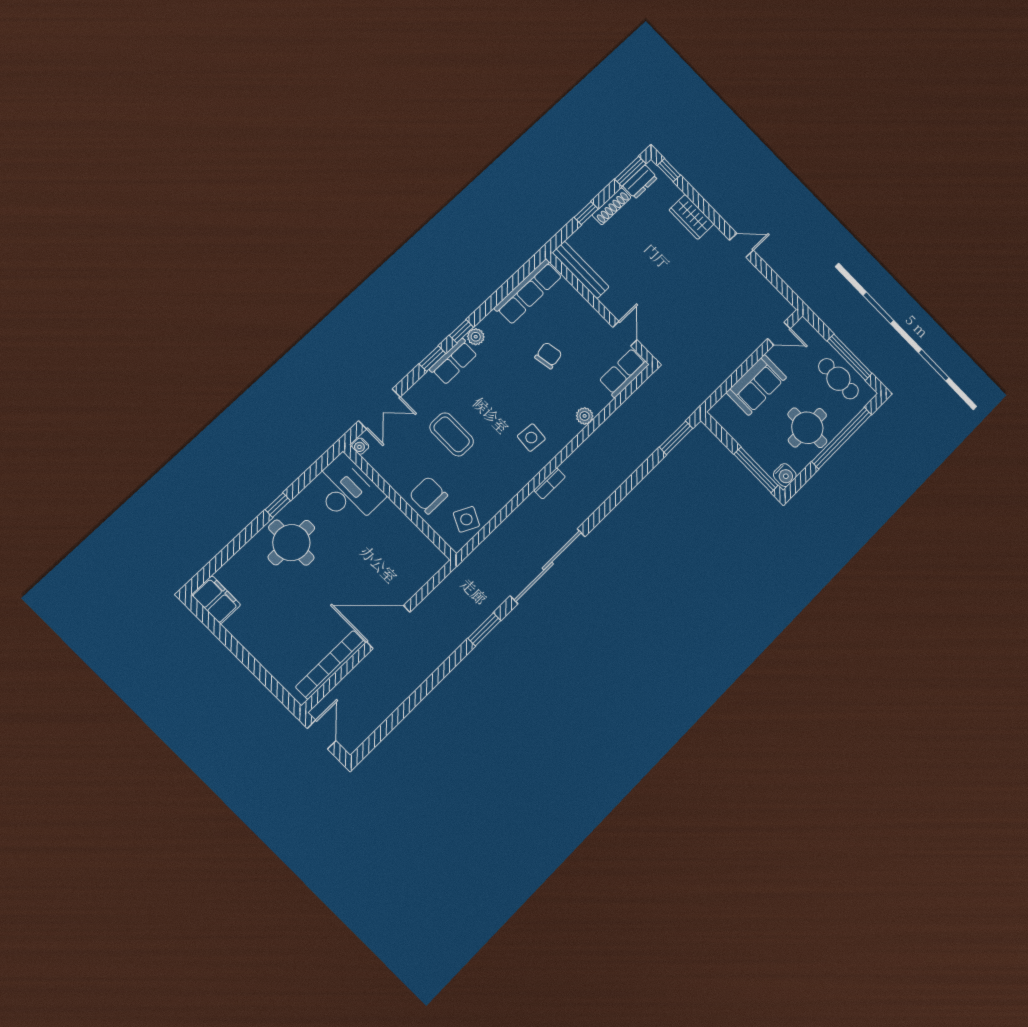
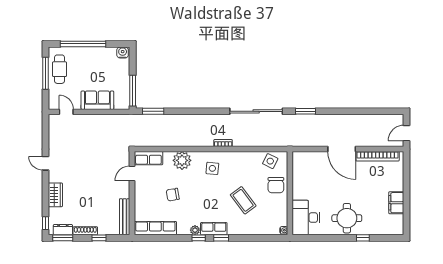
double door: (379, 409) -> (262, 238), removed
plant: (585, 416) -> (182, 160), width x1.88, depth x1.88
round table: (807, 428) -> (93, 62), removed
coffee table: (452, 434) -> (243, 200), turned -37
window: (756, 470) -> (133, 91), moved
window: (278, 505) -> (363, 238), moved
filing cabinet: (216, 600) -> (396, 203), moved

